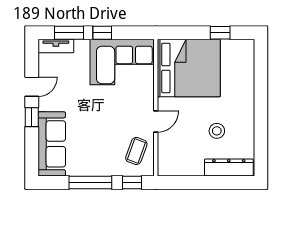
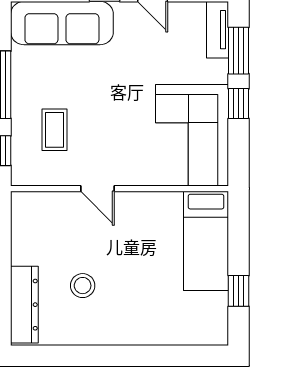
bed: (189, 68) -> (206, 241), width x0.49
coffee table: (136, 151) -> (55, 130), moved, turned 70

